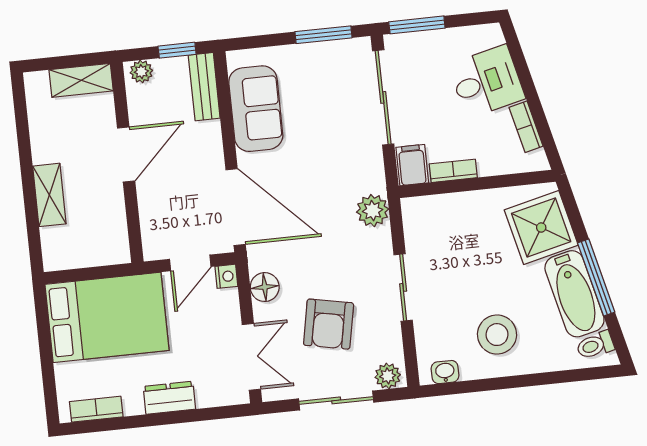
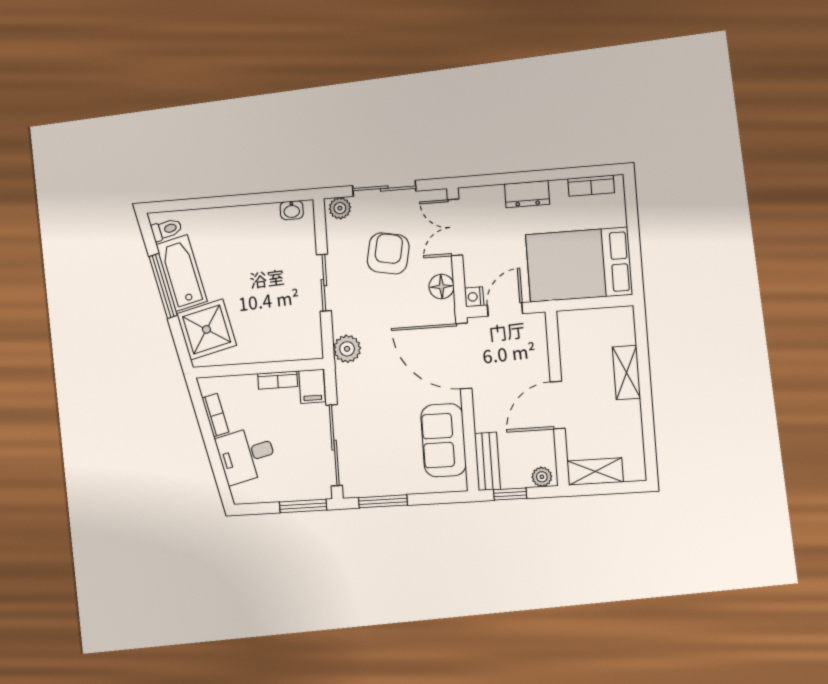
stool: (497, 335) -> (247, 241), removed

